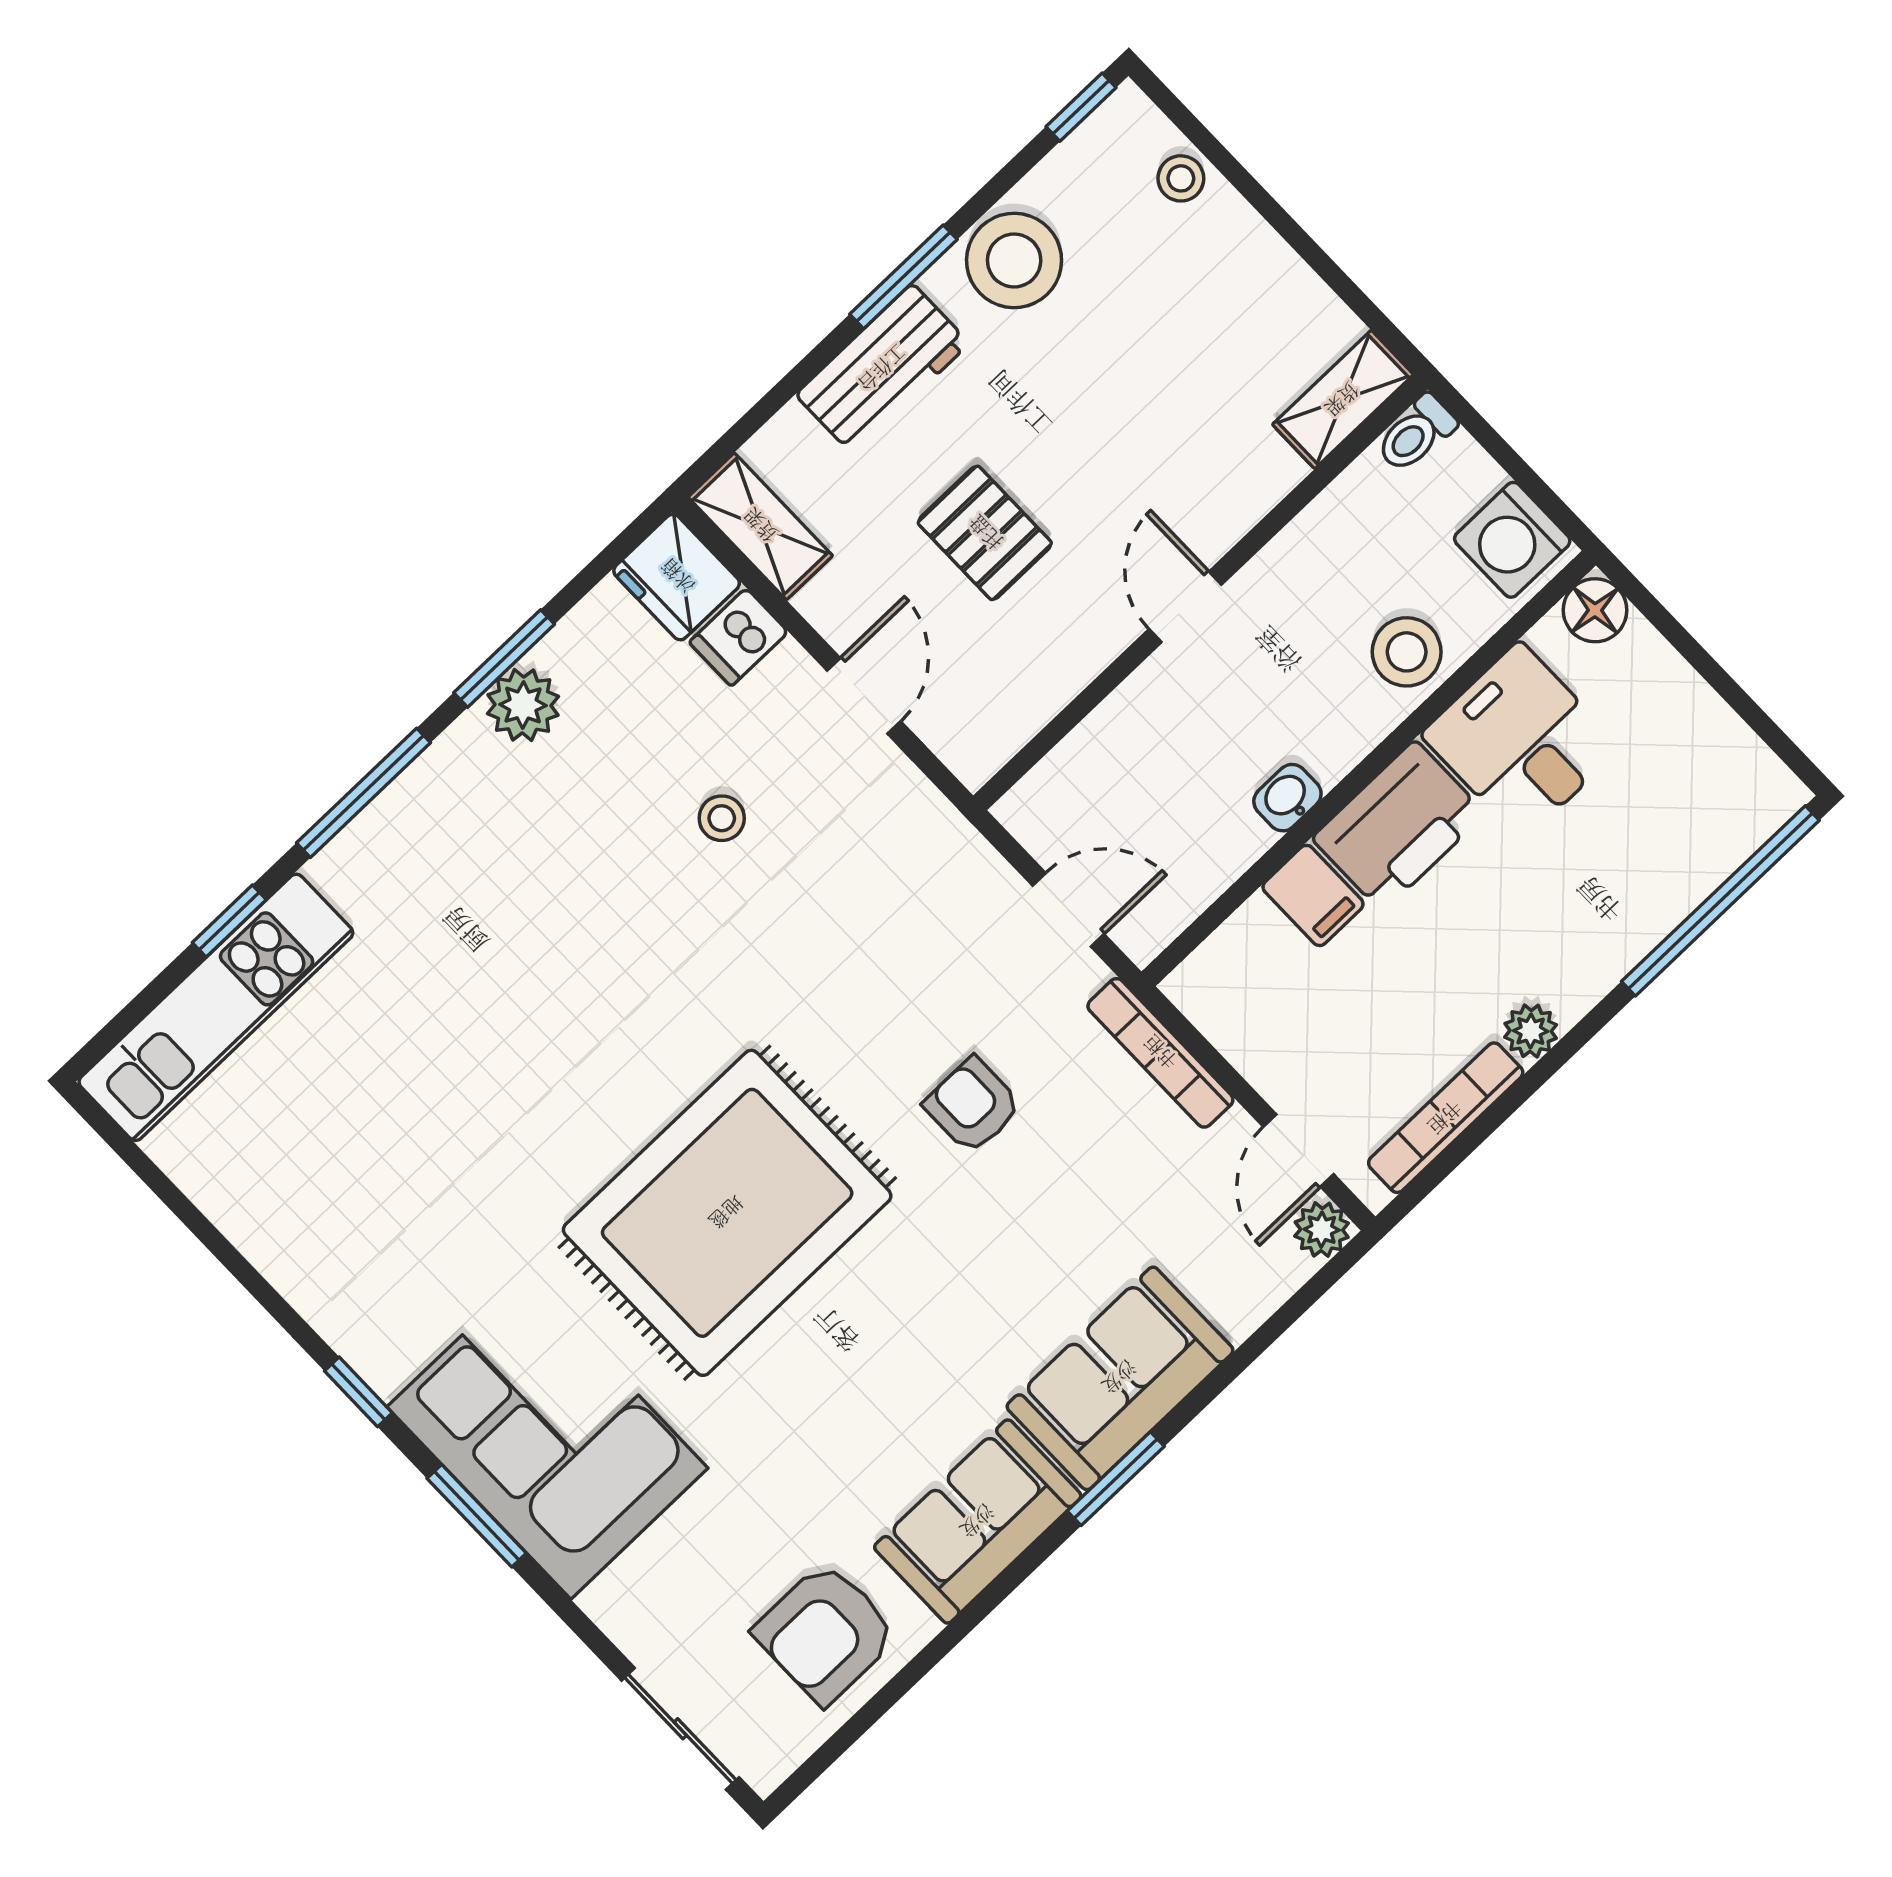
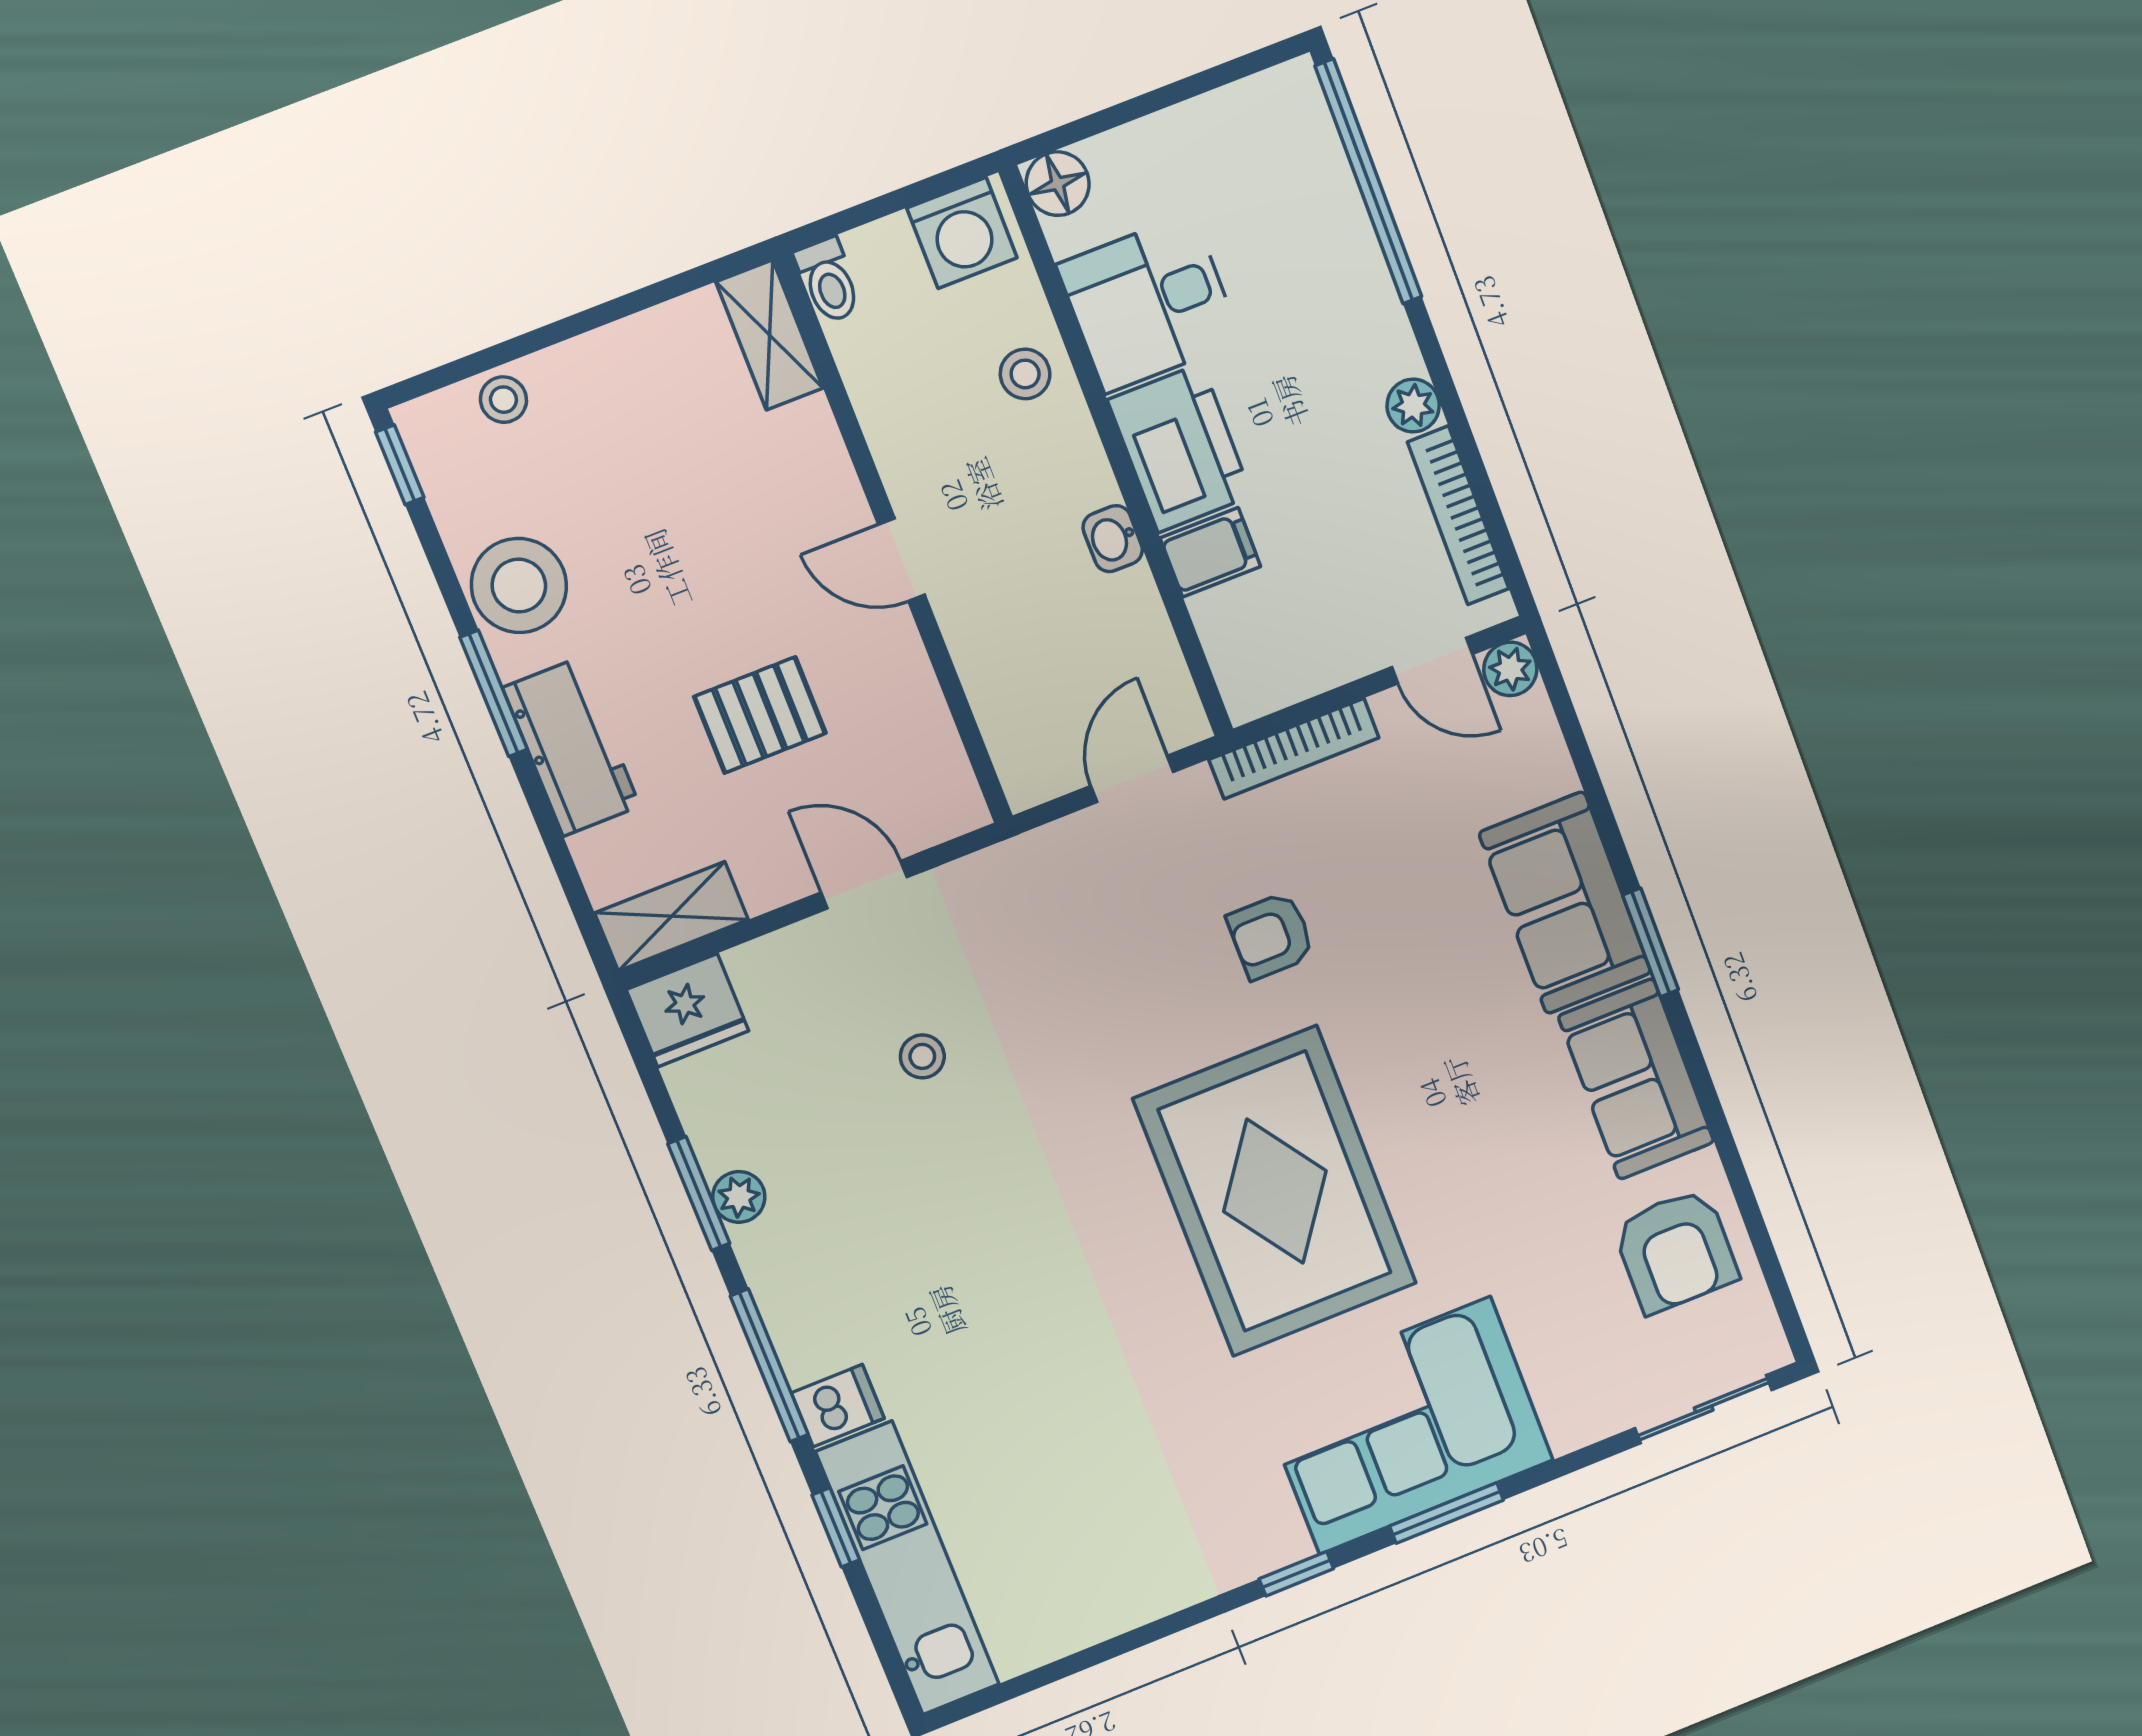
dishwasher: (739, 637) -> (838, 1406), moved, turned -90
stool: (1407, 652) -> (1025, 374), width x0.73, depth x0.73
plant: (523, 705) -> (739, 1197), width x0.73, depth x0.73

